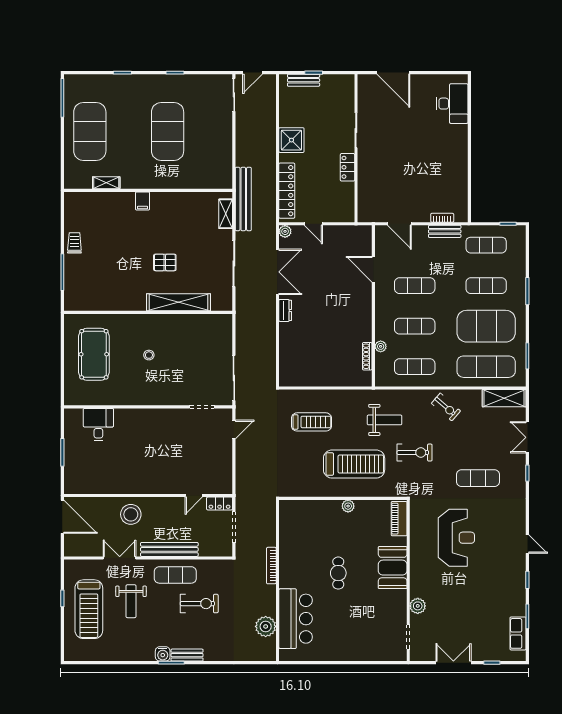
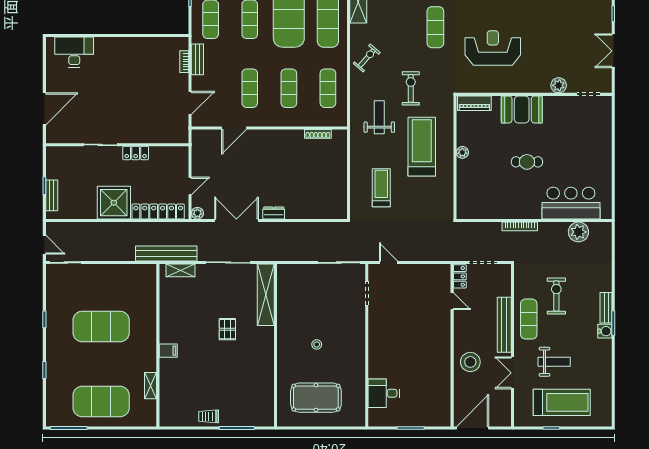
shower: (291, 140) -> (114, 203), width x1.37, depth x1.37
shelving: (178, 302) -> (266, 295), moved
plant: (381, 346) -> (308, 121), removed

